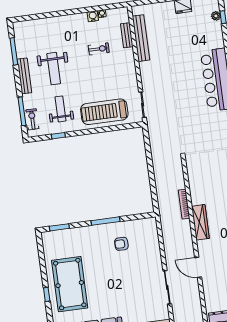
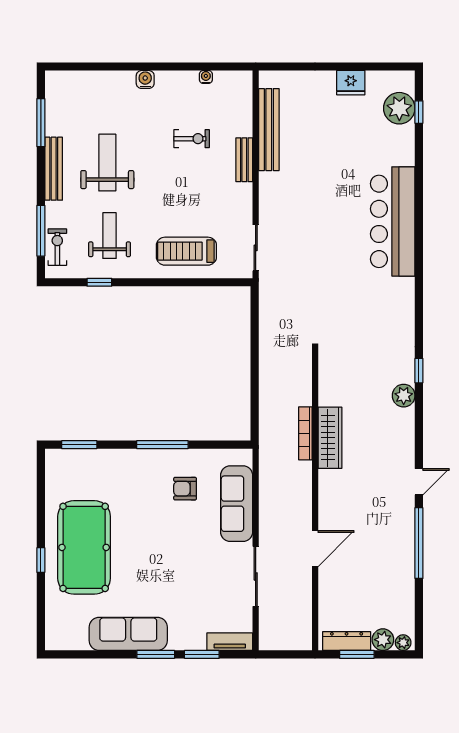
water cooler: (93, 16) -> (145, 79), moved
plant: (216, 16) -> (399, 108), width x1.88, depth x1.88
bench: (127, 35) -> (244, 160), moved
weight bench: (54, 69) -> (107, 163), turned 180
treadmill: (104, 112) -> (186, 251), width x0.73, depth x0.73
wardrobe: (200, 222) -> (330, 438), moved
sofa: (151, 248) -> (237, 504), added
door: (198, 267) -> (315, 549), swing flipped

